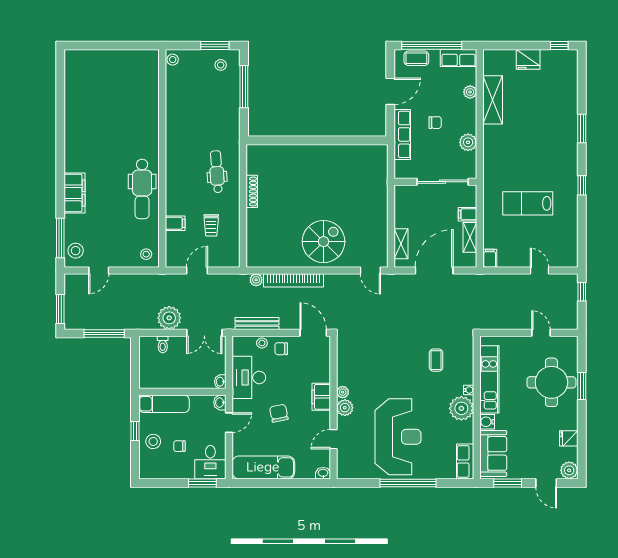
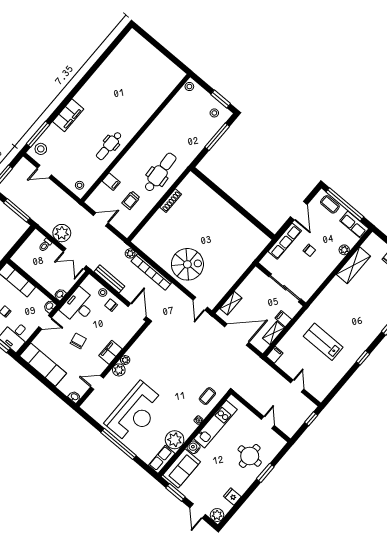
door: (390, 91) -> (299, 211), hinge flipped
plant: (468, 142) -> (319, 278), removed
dental chair: (217, 172) -> (160, 172), width x1.36, depth x1.38
dental chair: (142, 189) -> (109, 146), width x0.73, depth x0.72
coffee table: (436, 360) -> (207, 396), moved
round table: (551, 382) -> (250, 456), width x0.73, depth x0.73
plant: (461, 408) -> (175, 440), moved

